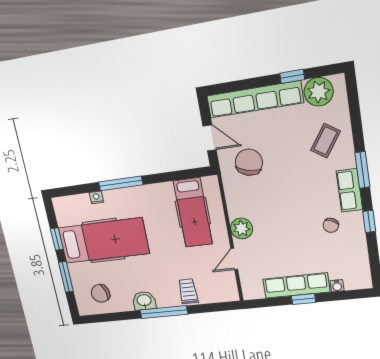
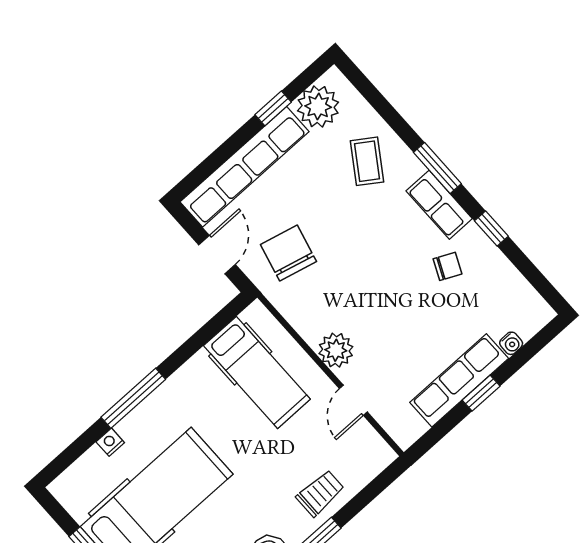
door: (210, 138) -> (217, 255), hinge flipped
chair: (331, 225) -> (448, 266), turned -92
trolley: (188, 291) -> (320, 493), turned 90

